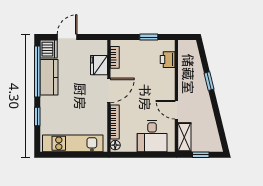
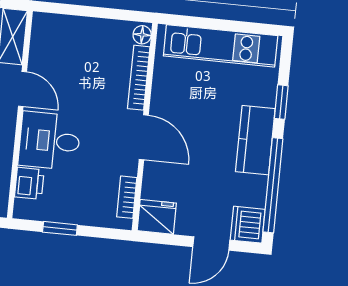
fridge: (99, 65) -> (157, 217), moved, turned -90
kitchen counter: (49, 77) -> (255, 140), moved
door: (109, 90) -> (144, 137), swing flipped
desk: (152, 136) -> (50, 141), moved, turned -90

